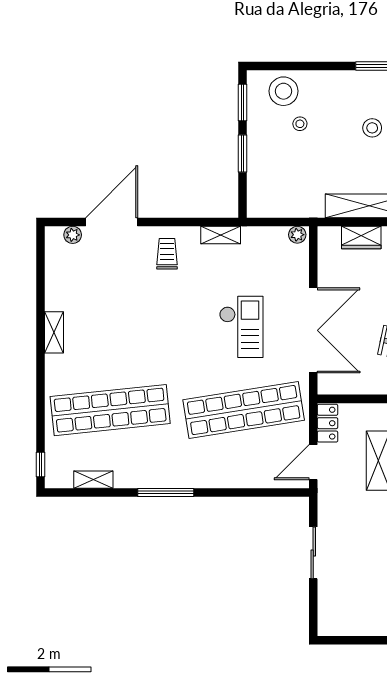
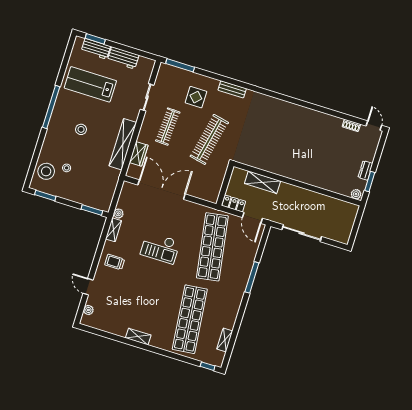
window: (242, 154) -> (92, 210), moved
door: (112, 222) -> (88, 287), width x0.53
plant: (297, 235) -> (118, 213), moved
checkout: (241, 327) -> (160, 248), moved, turned 180
double door: (313, 330) -> (162, 190), moved
window: (166, 493) -> (252, 277), moved
sliding door: (313, 553) -> (302, 233), width x1.37

